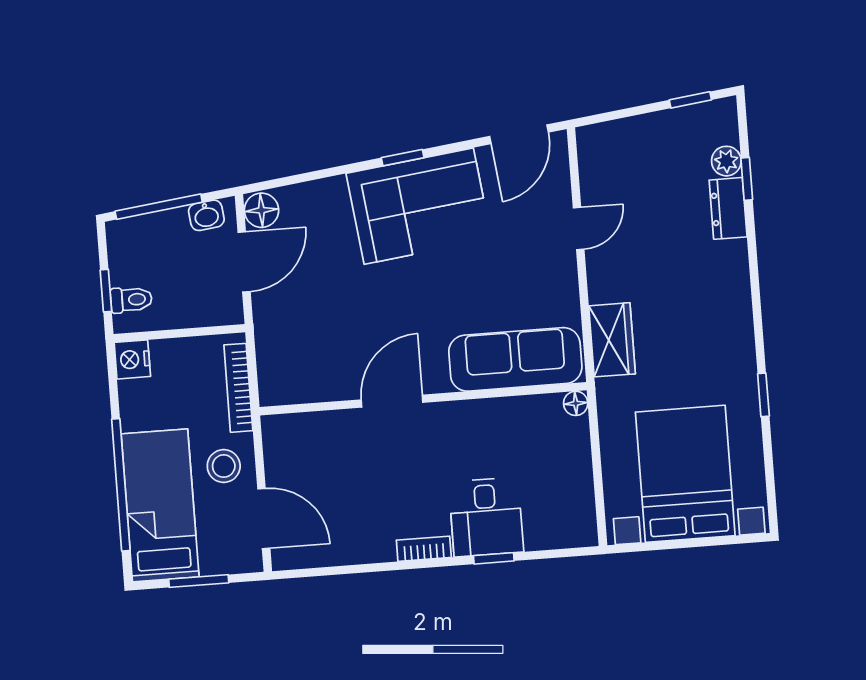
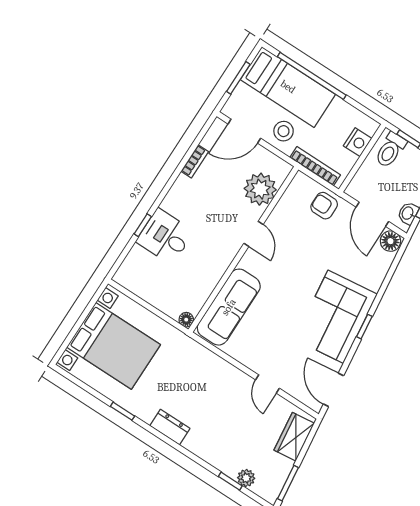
window: (690, 100) -> (288, 483), width x1.50
dresser: (728, 208) -> (170, 427), moved
toilet: (131, 300) -> (390, 150), width x1.37, depth x1.39
armchair: (282, 335) -> (324, 206), added
wardrobe: (612, 340) -> (294, 437), moved, turned 83
nightstand: (132, 359) -> (358, 142), moved, turned 90
door: (392, 401) -> (253, 234), width x0.73
plant: (325, 438) -> (260, 189), added
bookcase: (424, 549) -> (195, 161), moved

